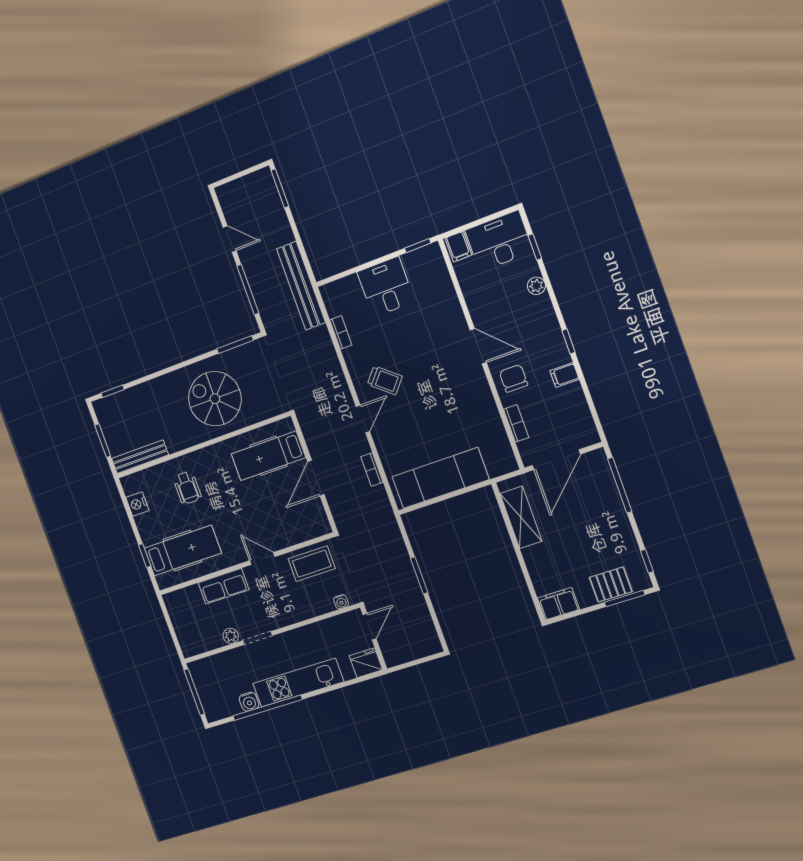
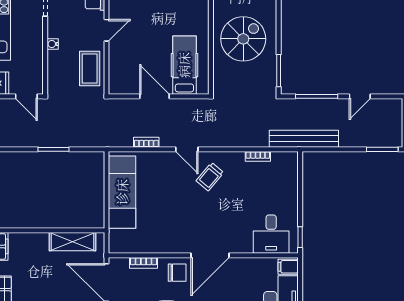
desk: (386, 287) -> (271, 234), moved, turned 90
door: (478, 346) -> (210, 255), width x1.36
water cooler: (341, 602) -> (53, 44), moved

